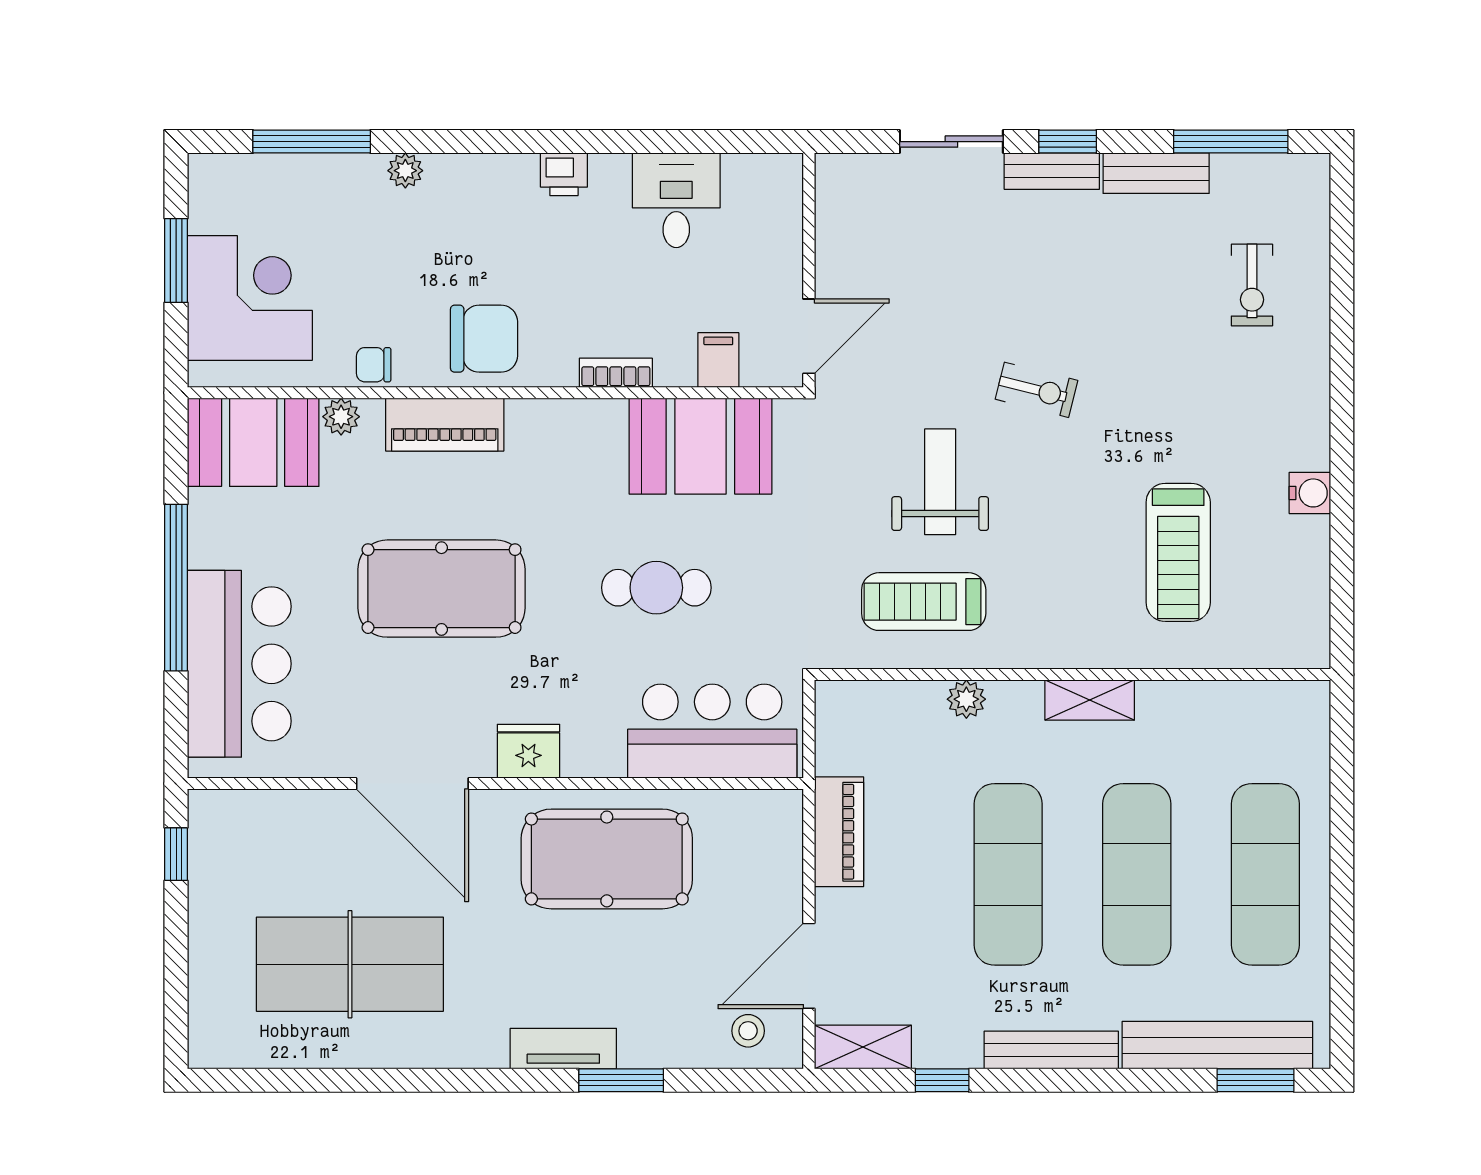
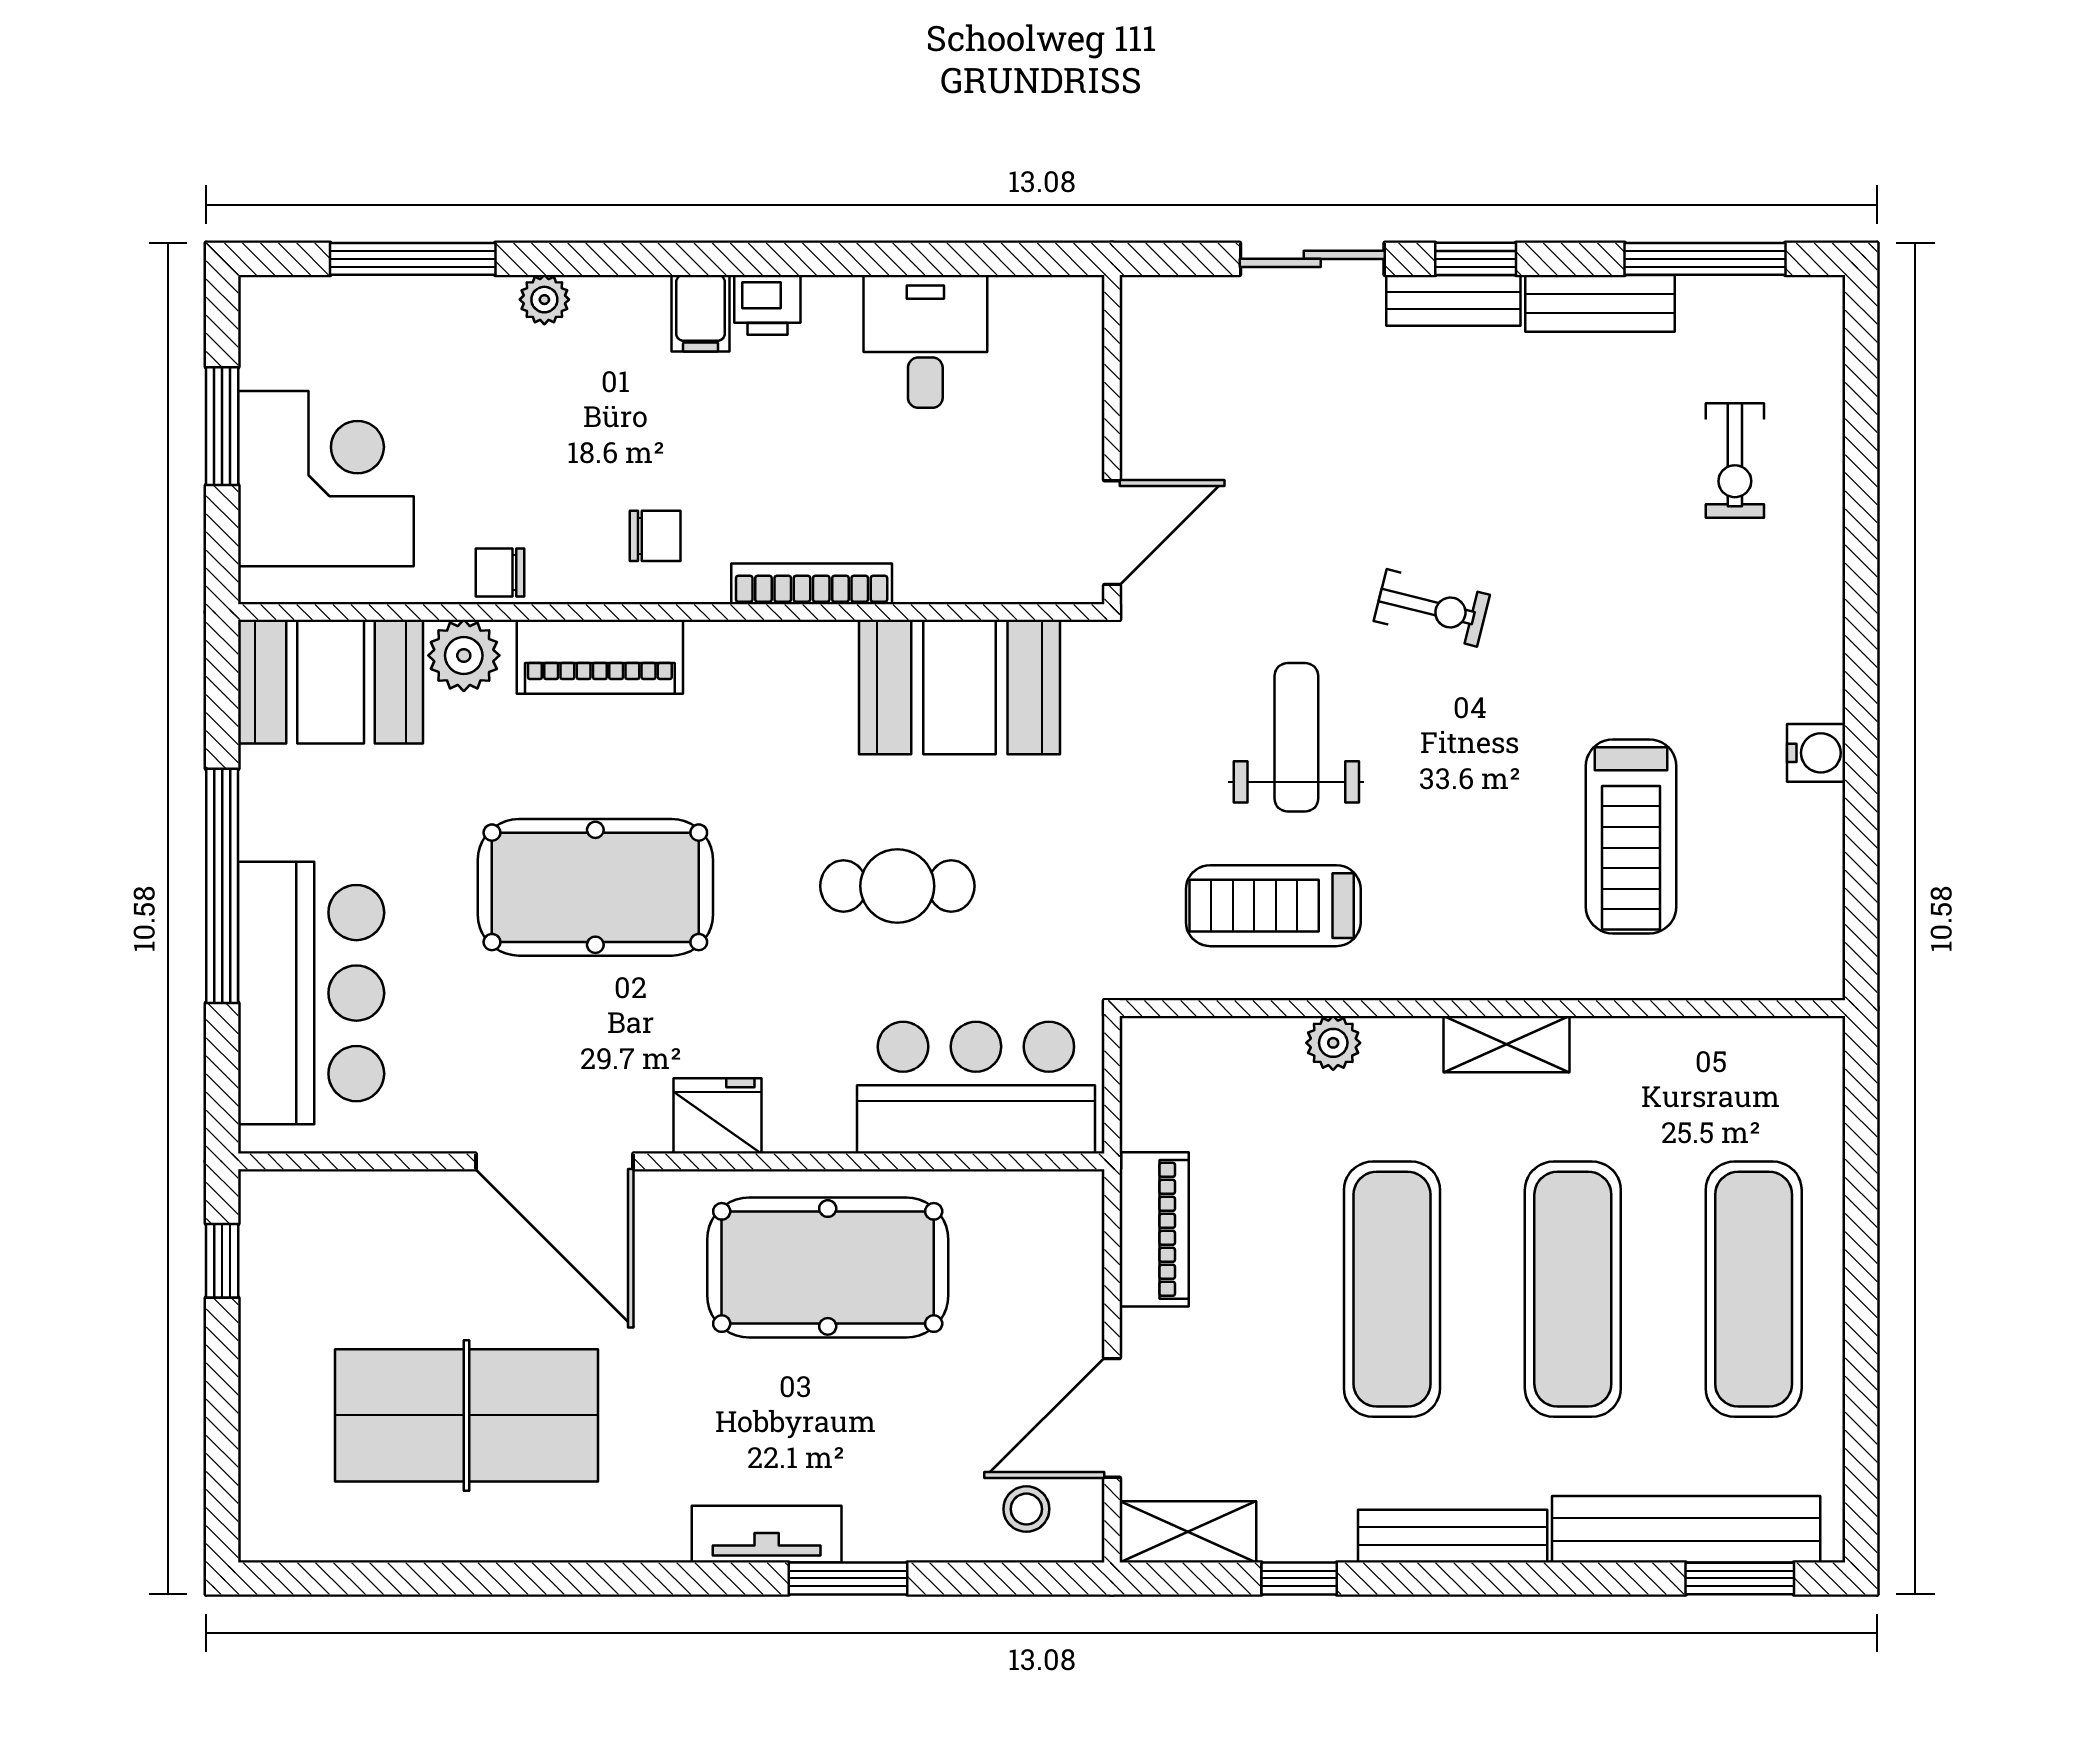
chair: (484, 339) -> (655, 536), width x0.54, depth x0.54
filing cabinet: (718, 360) -> (701, 313), moved, turned 180
bookcase: (616, 373) -> (812, 584), width x1.56
plant: (341, 417) -> (464, 655), width x1.38, depth x1.38

